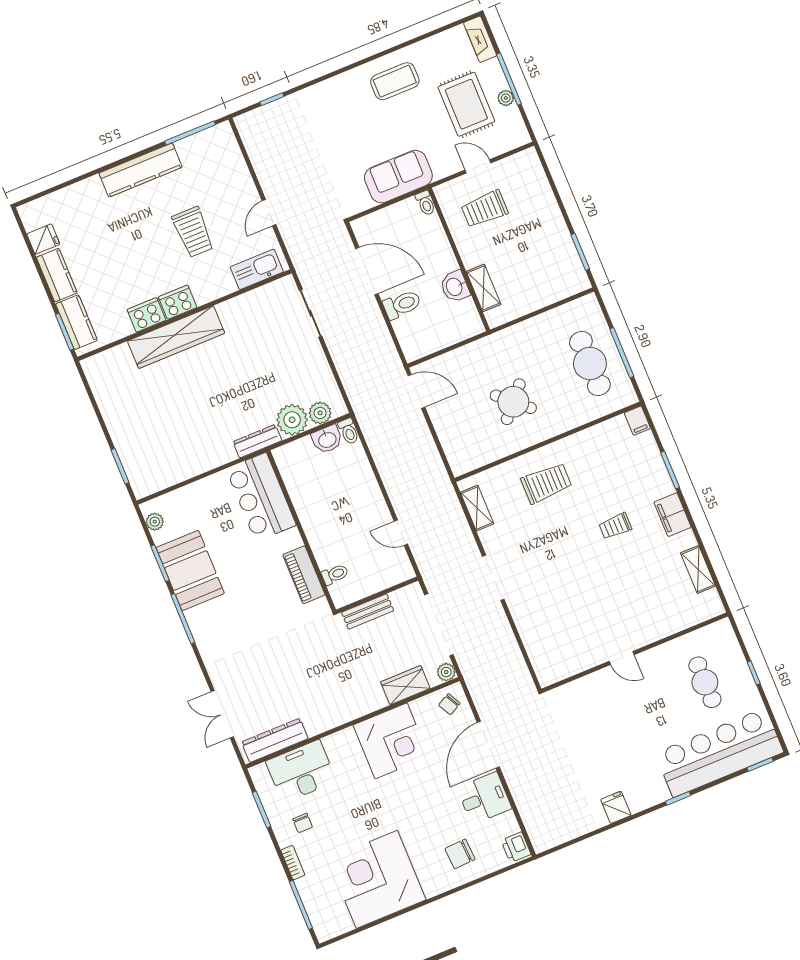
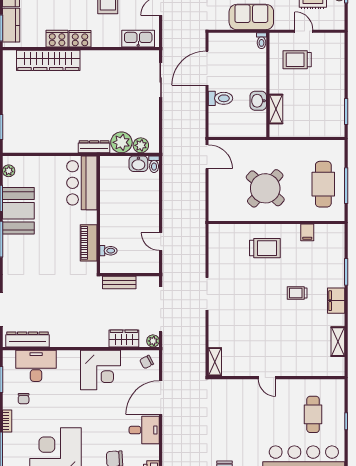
door: (367, 271) -> (207, 68), swing flipped
wardrobe: (176, 337) -> (48, 60), moved
round table: (513, 402) -> (265, 188), width x1.36, depth x1.36
filing cabinet: (637, 421) -> (307, 232), moved
shelving: (477, 508) -> (215, 362), moved

